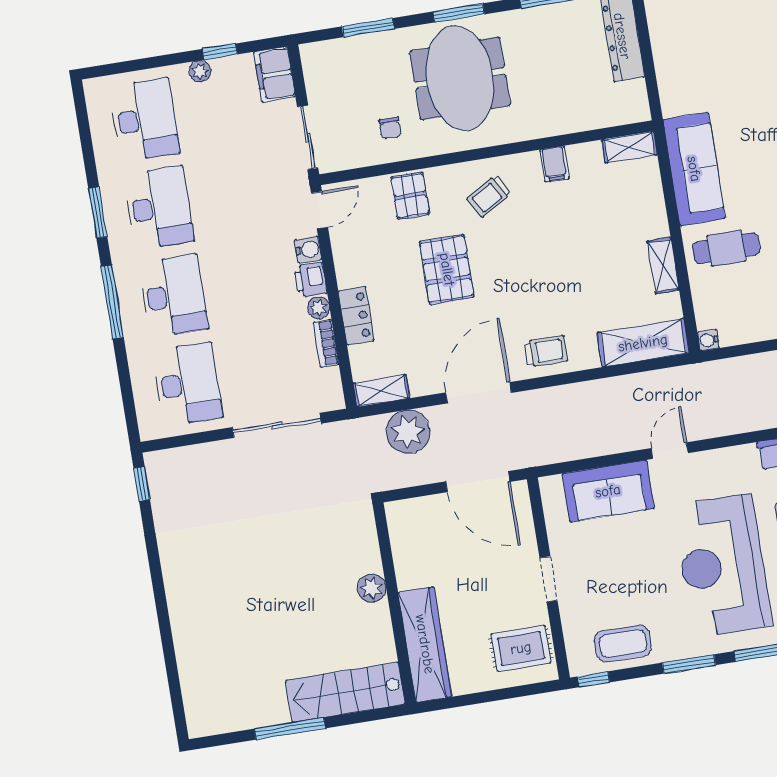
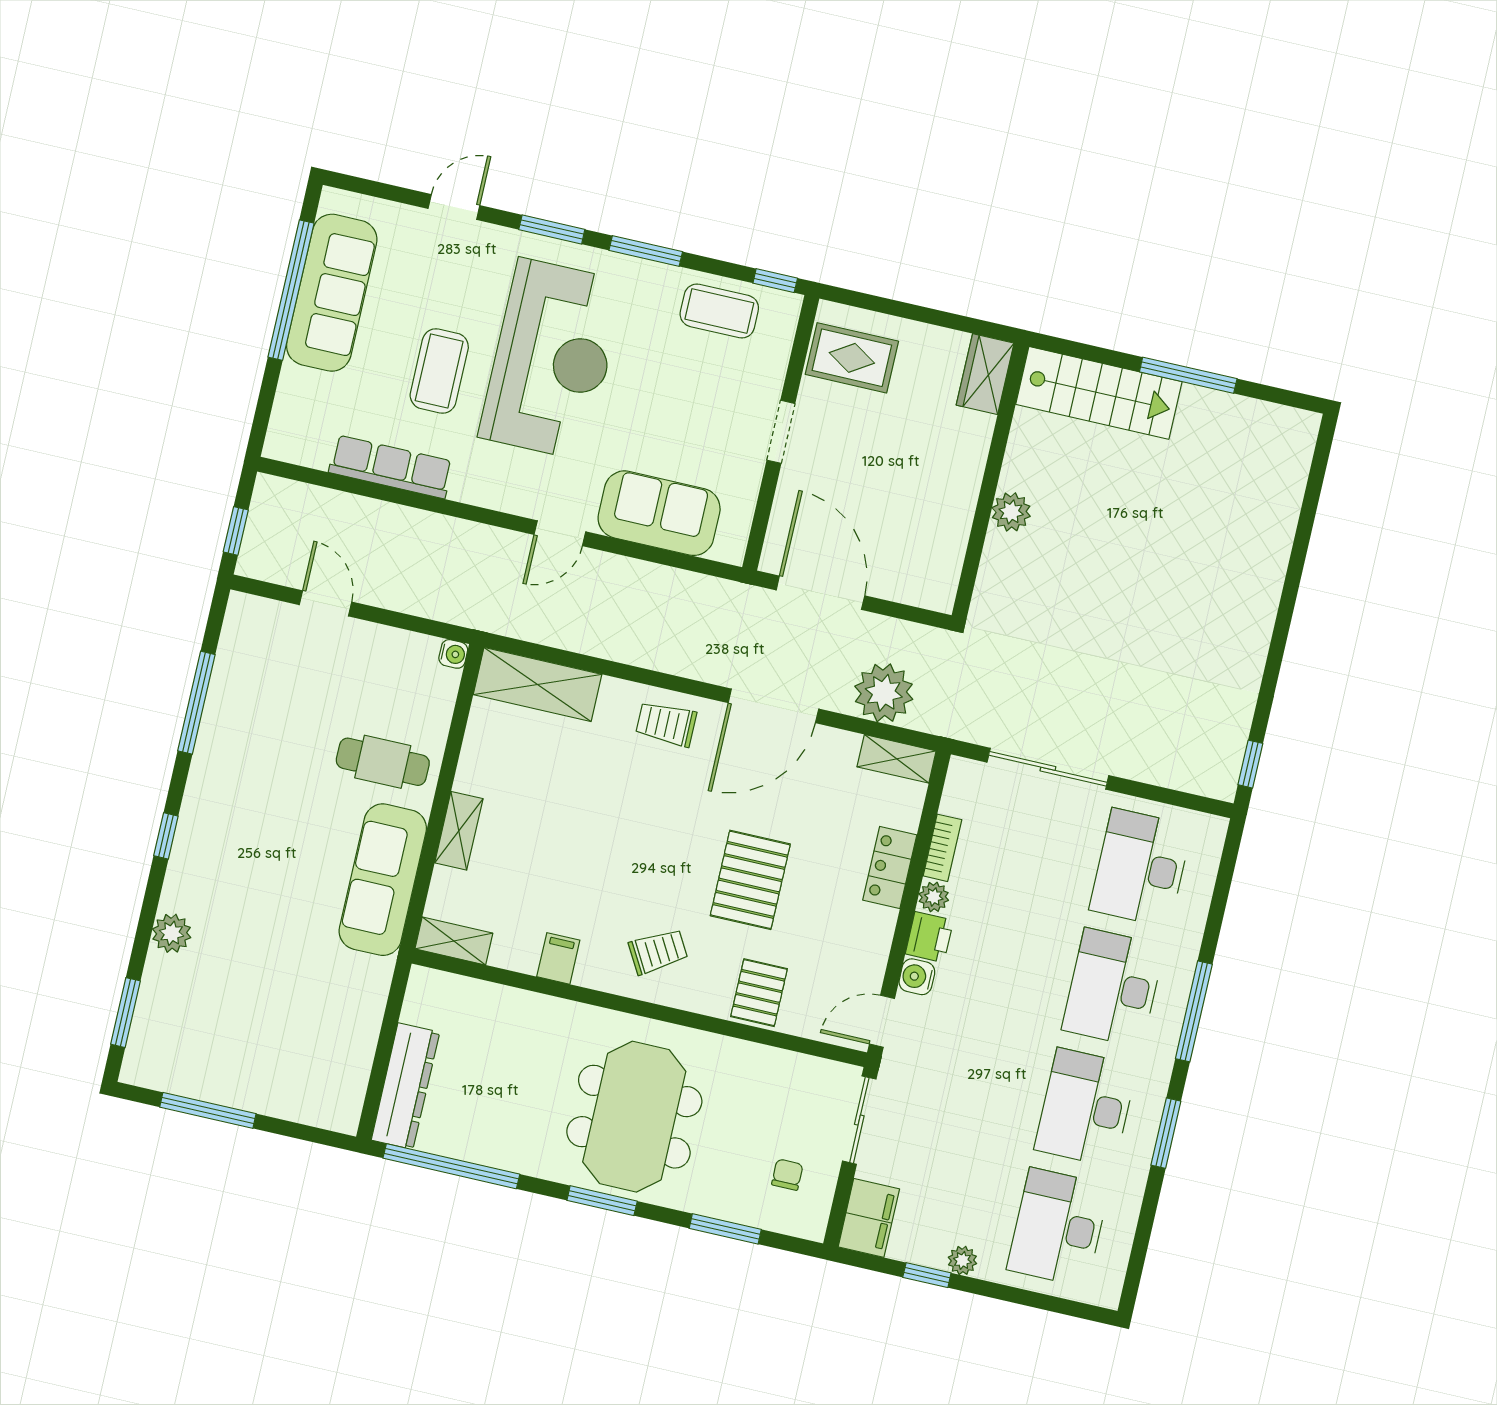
chair: (390, 128) -> (787, 1175), moved
shelving: (663, 266) -> (459, 831), moved
wardrobe: (425, 644) -> (985, 374), width x0.48, depth x0.85

